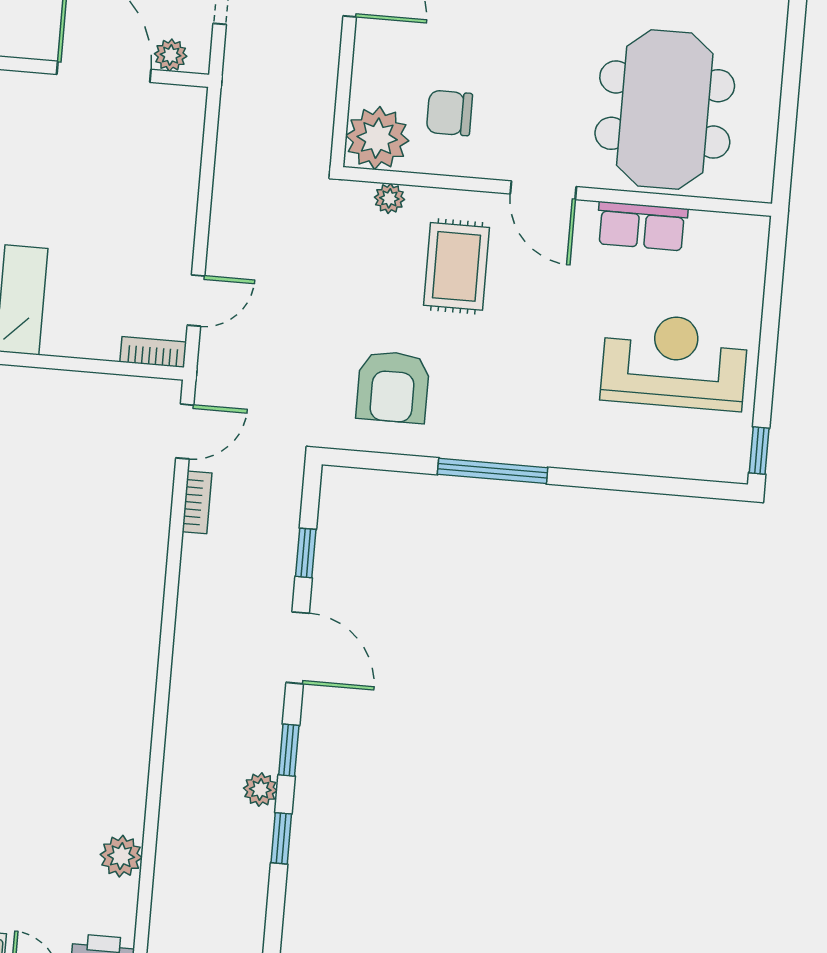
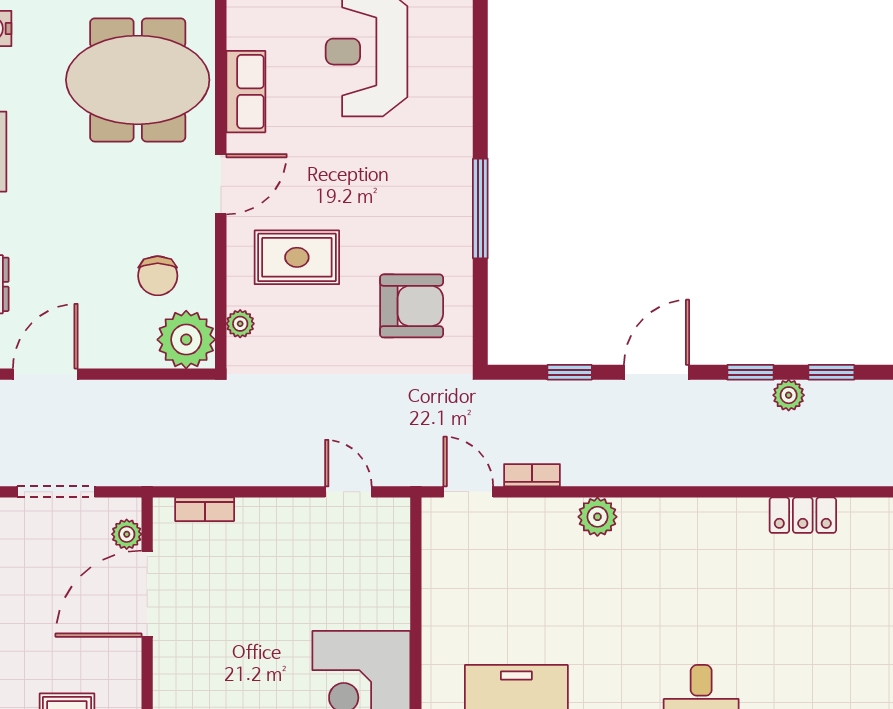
bookcase: (153, 352) -> (205, 509), moved, turned -90
locker: (128, 794) -> (803, 515), added
plant: (121, 856) -> (597, 517), moved

